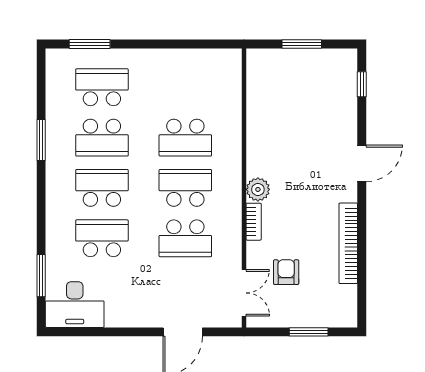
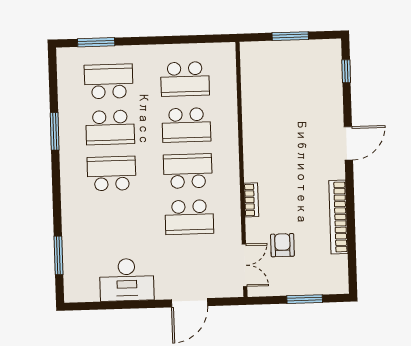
plant: (258, 189) -> (254, 170), removed
school desk: (102, 238) -> (185, 79), moved, turned 180
desk: (75, 305) -> (127, 280), moved

